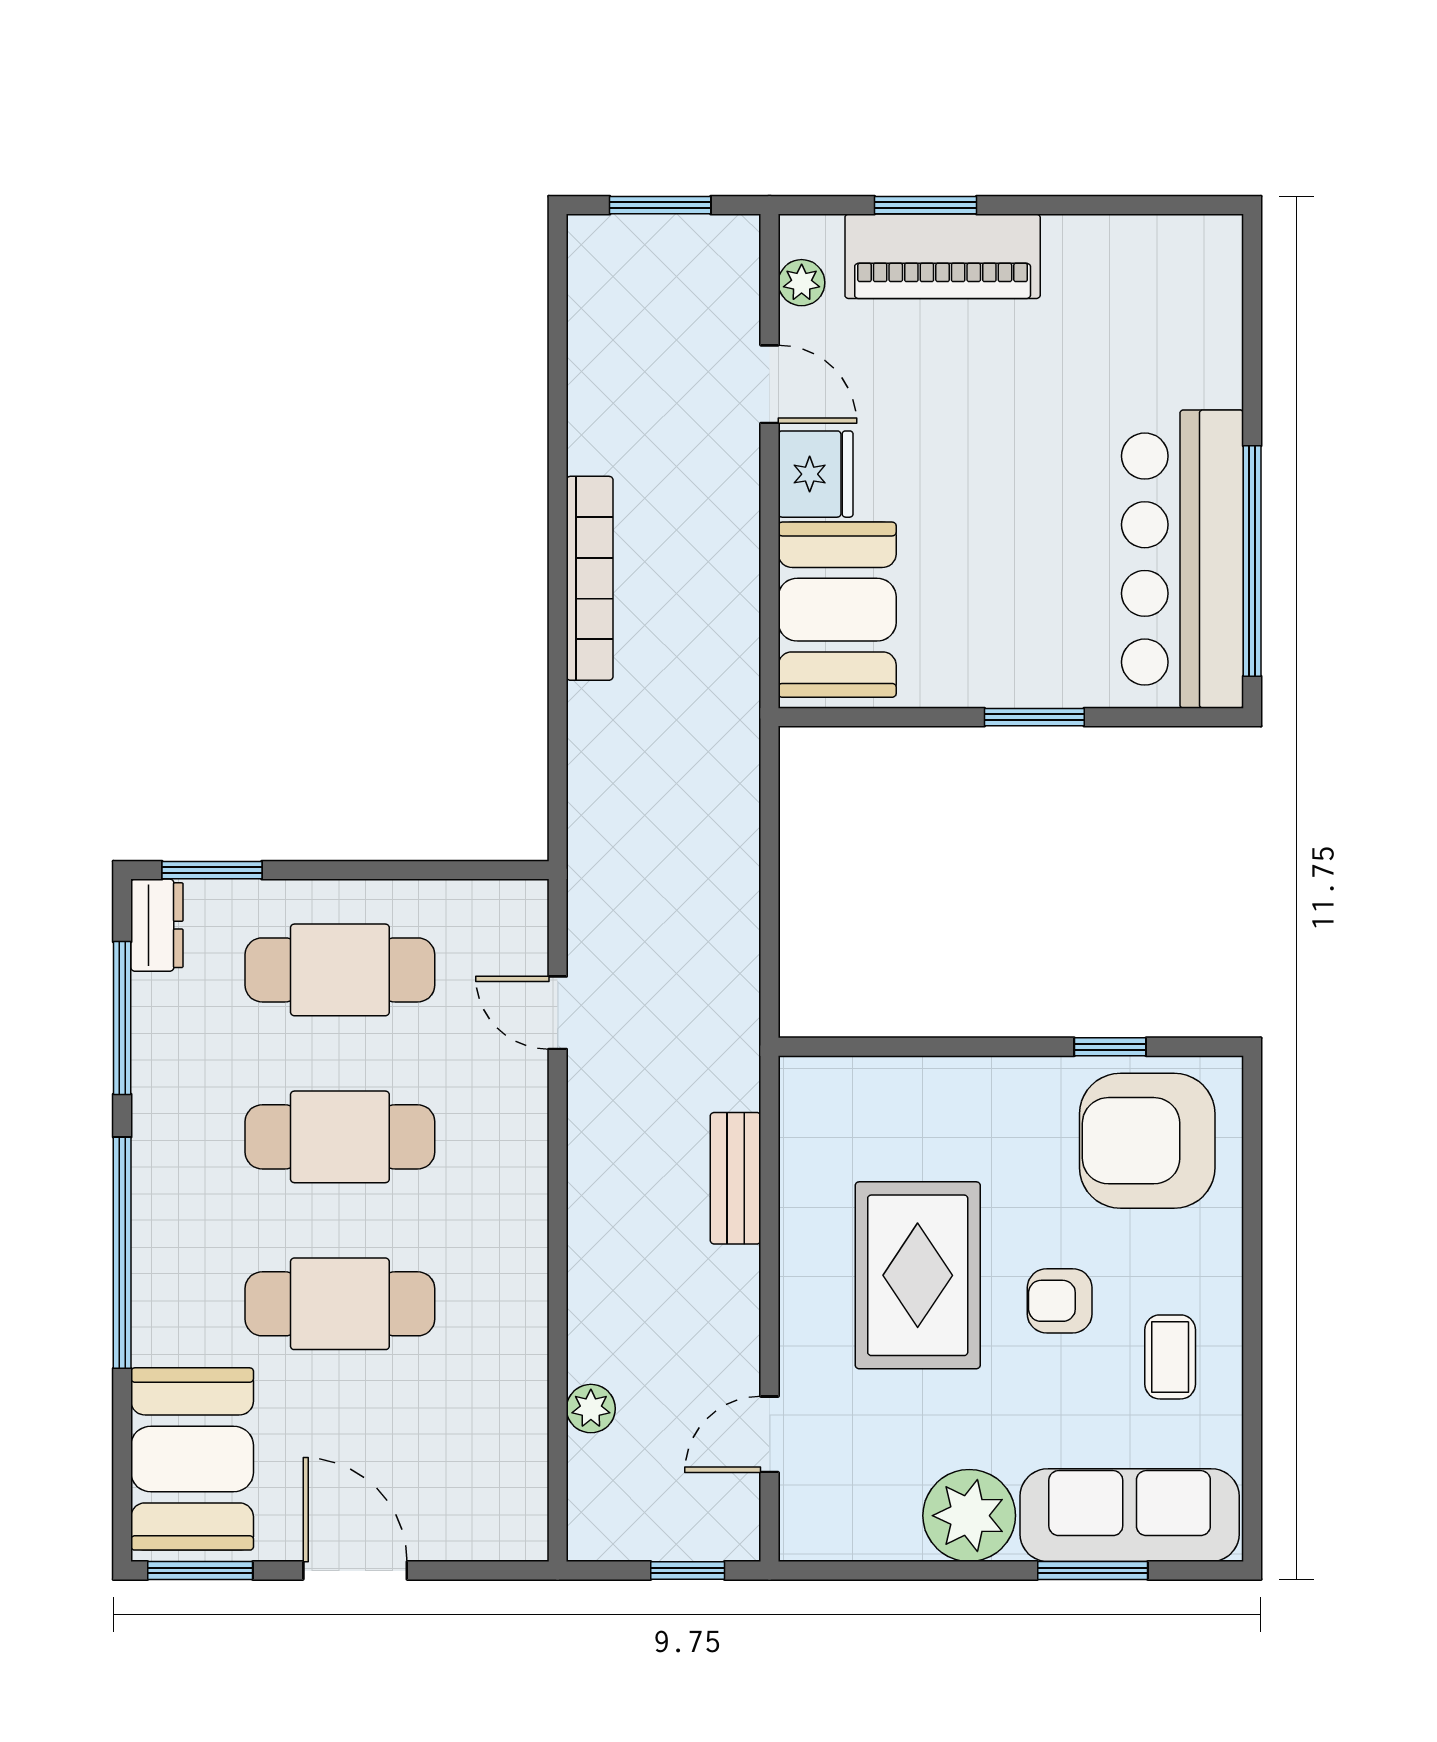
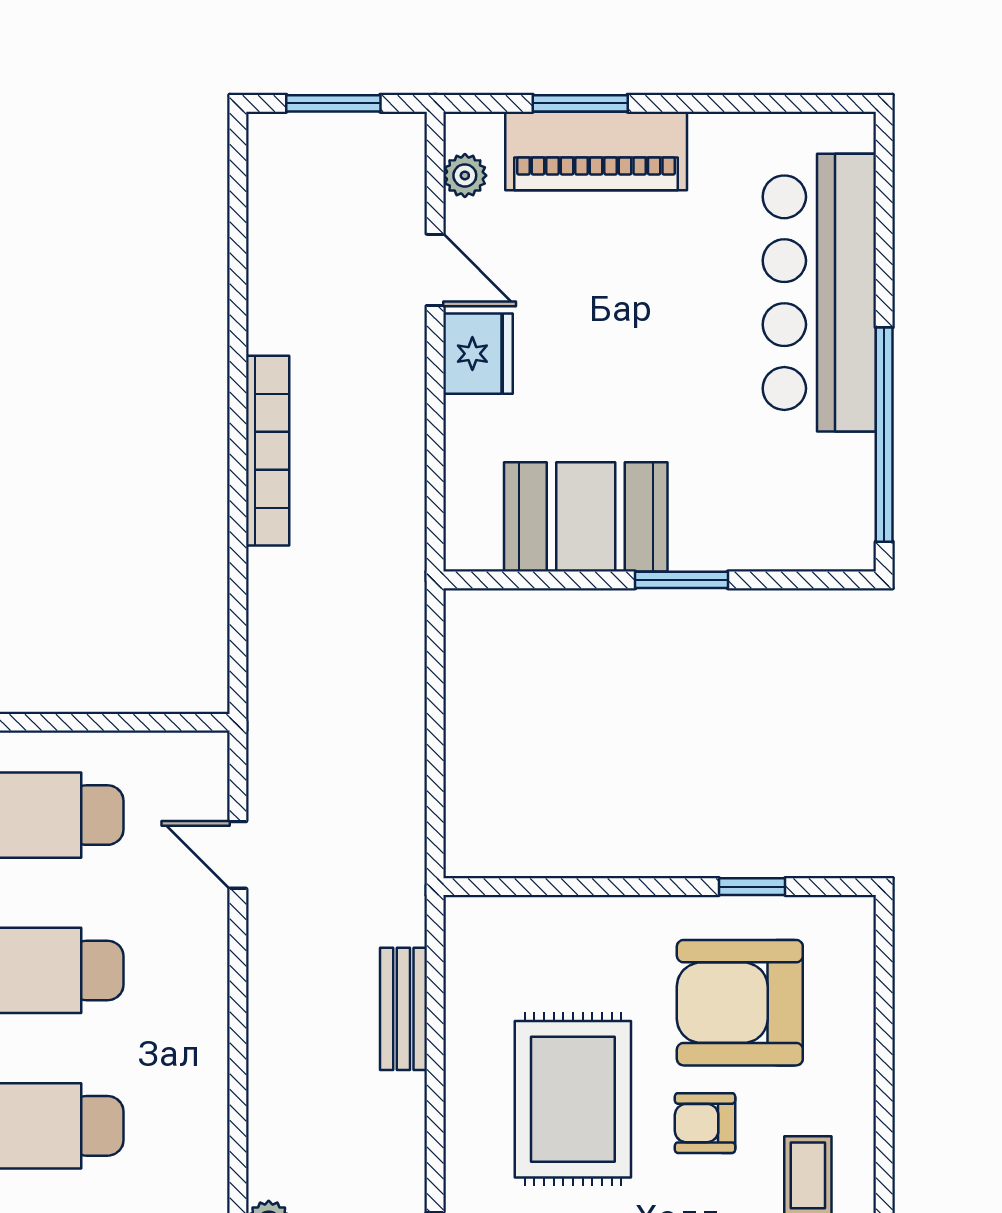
bar counter: (1182, 559) -> (819, 293), moved
booth: (837, 610) -> (586, 517), moved, turned 90
armchair: (1147, 1141) -> (740, 1003), moved

